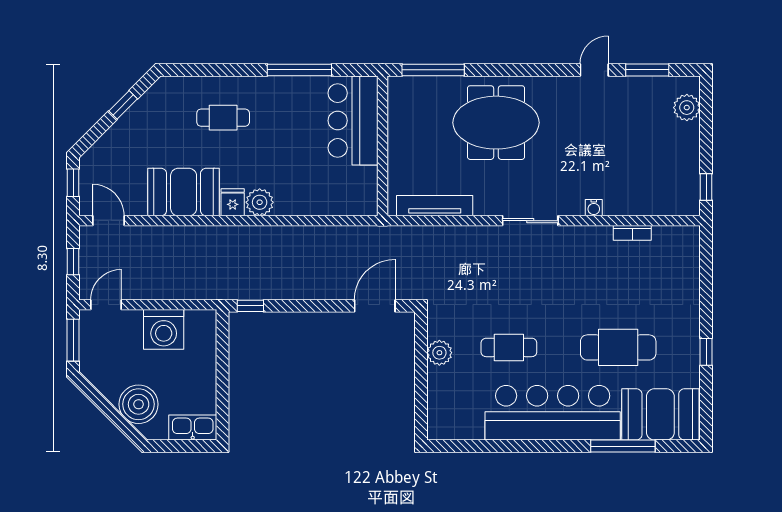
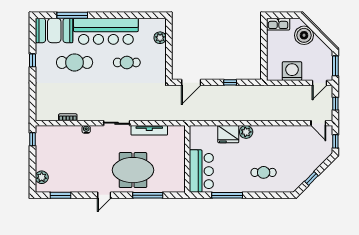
window: (433, 70) -> (148, 195), moved
door: (594, 70) -> (104, 195), moved
booth: (184, 192) -> (282, 137), removed
fridge: (233, 202) -> (228, 134), moved, width x1.88, depth x1.34
tv unit: (435, 206) -> (149, 130), moved
window: (250, 306) -> (230, 82), moved
plant: (439, 353) -> (160, 38), moved

